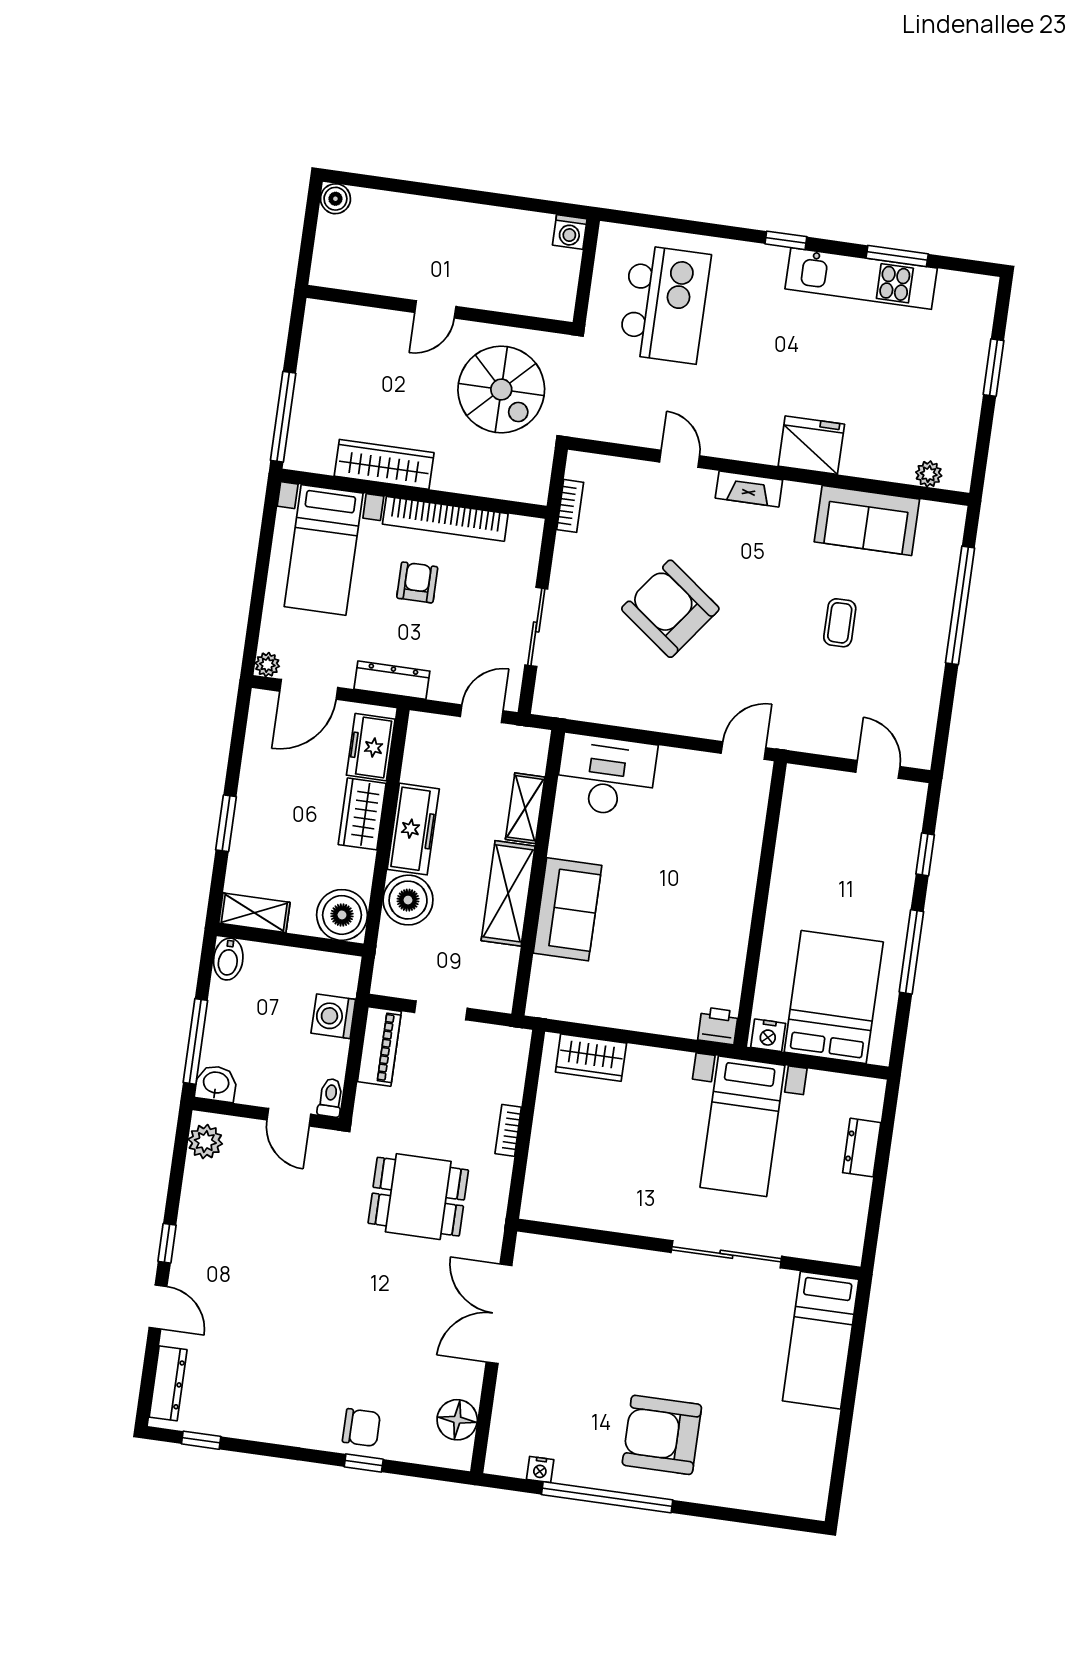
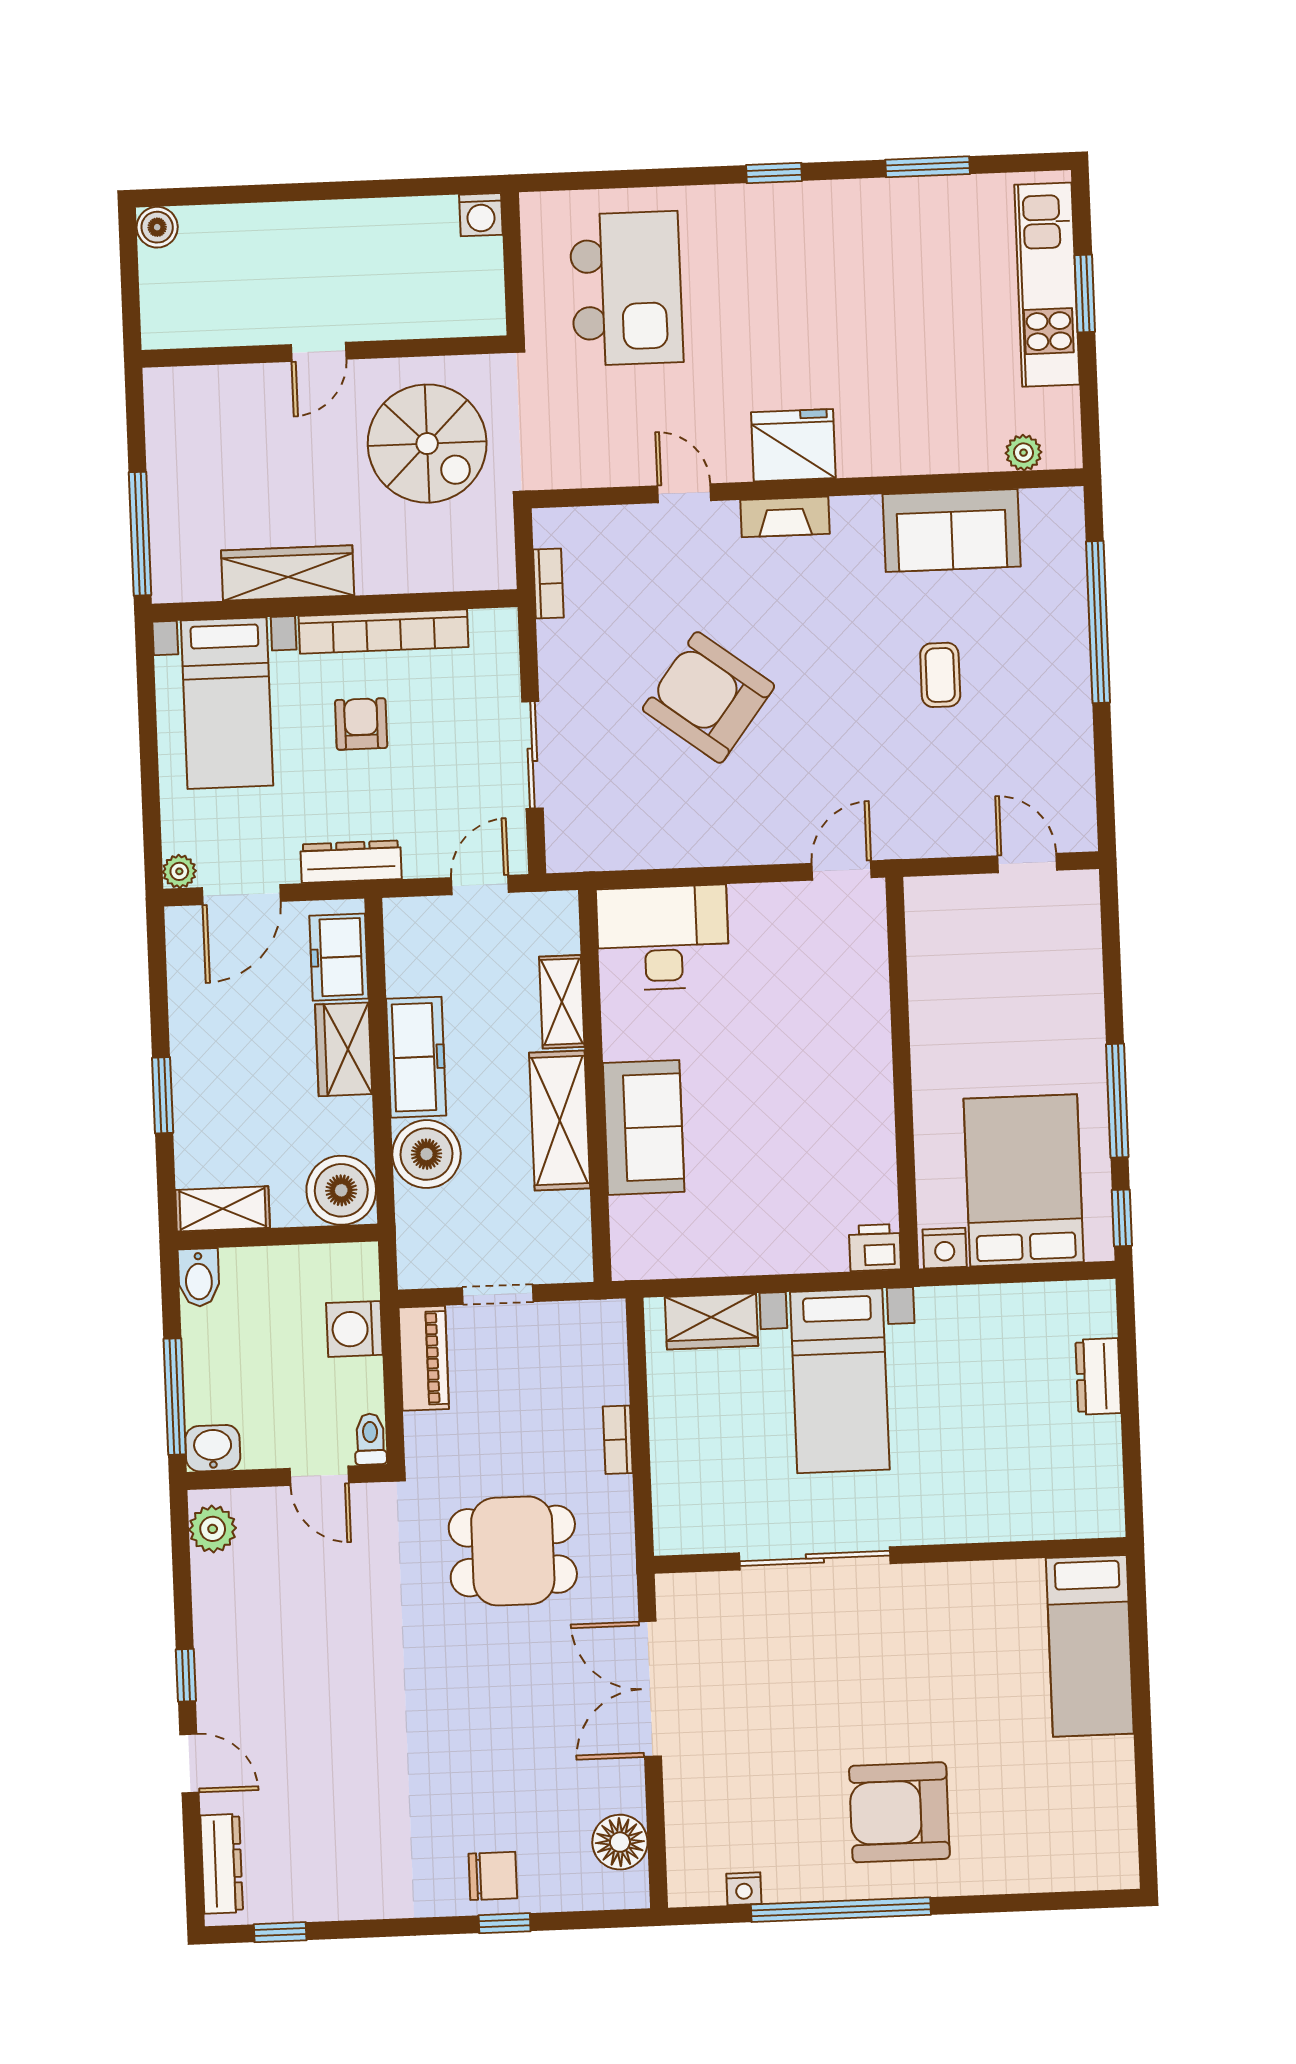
kitchen unit: (861, 279) -> (1047, 285), moved, turned 90
fridge: (811, 445) -> (793, 445), moved
window: (925, 854) -> (1122, 1218), moved
bed with nightstands: (742, 1126) -> (840, 1381), moved
sliding door: (726, 1254) -> (815, 1558), moved

